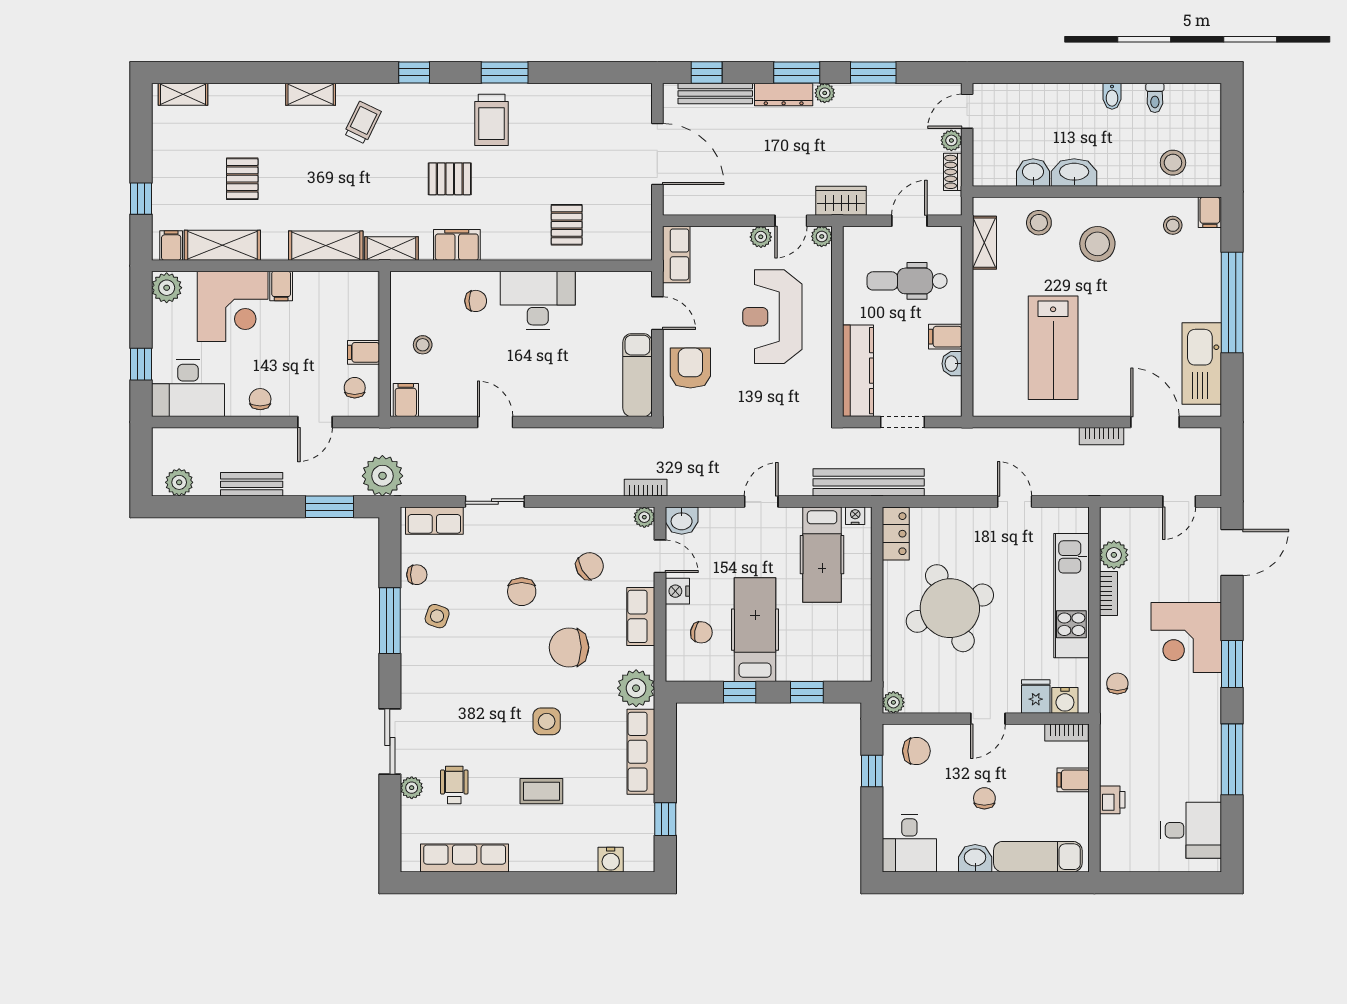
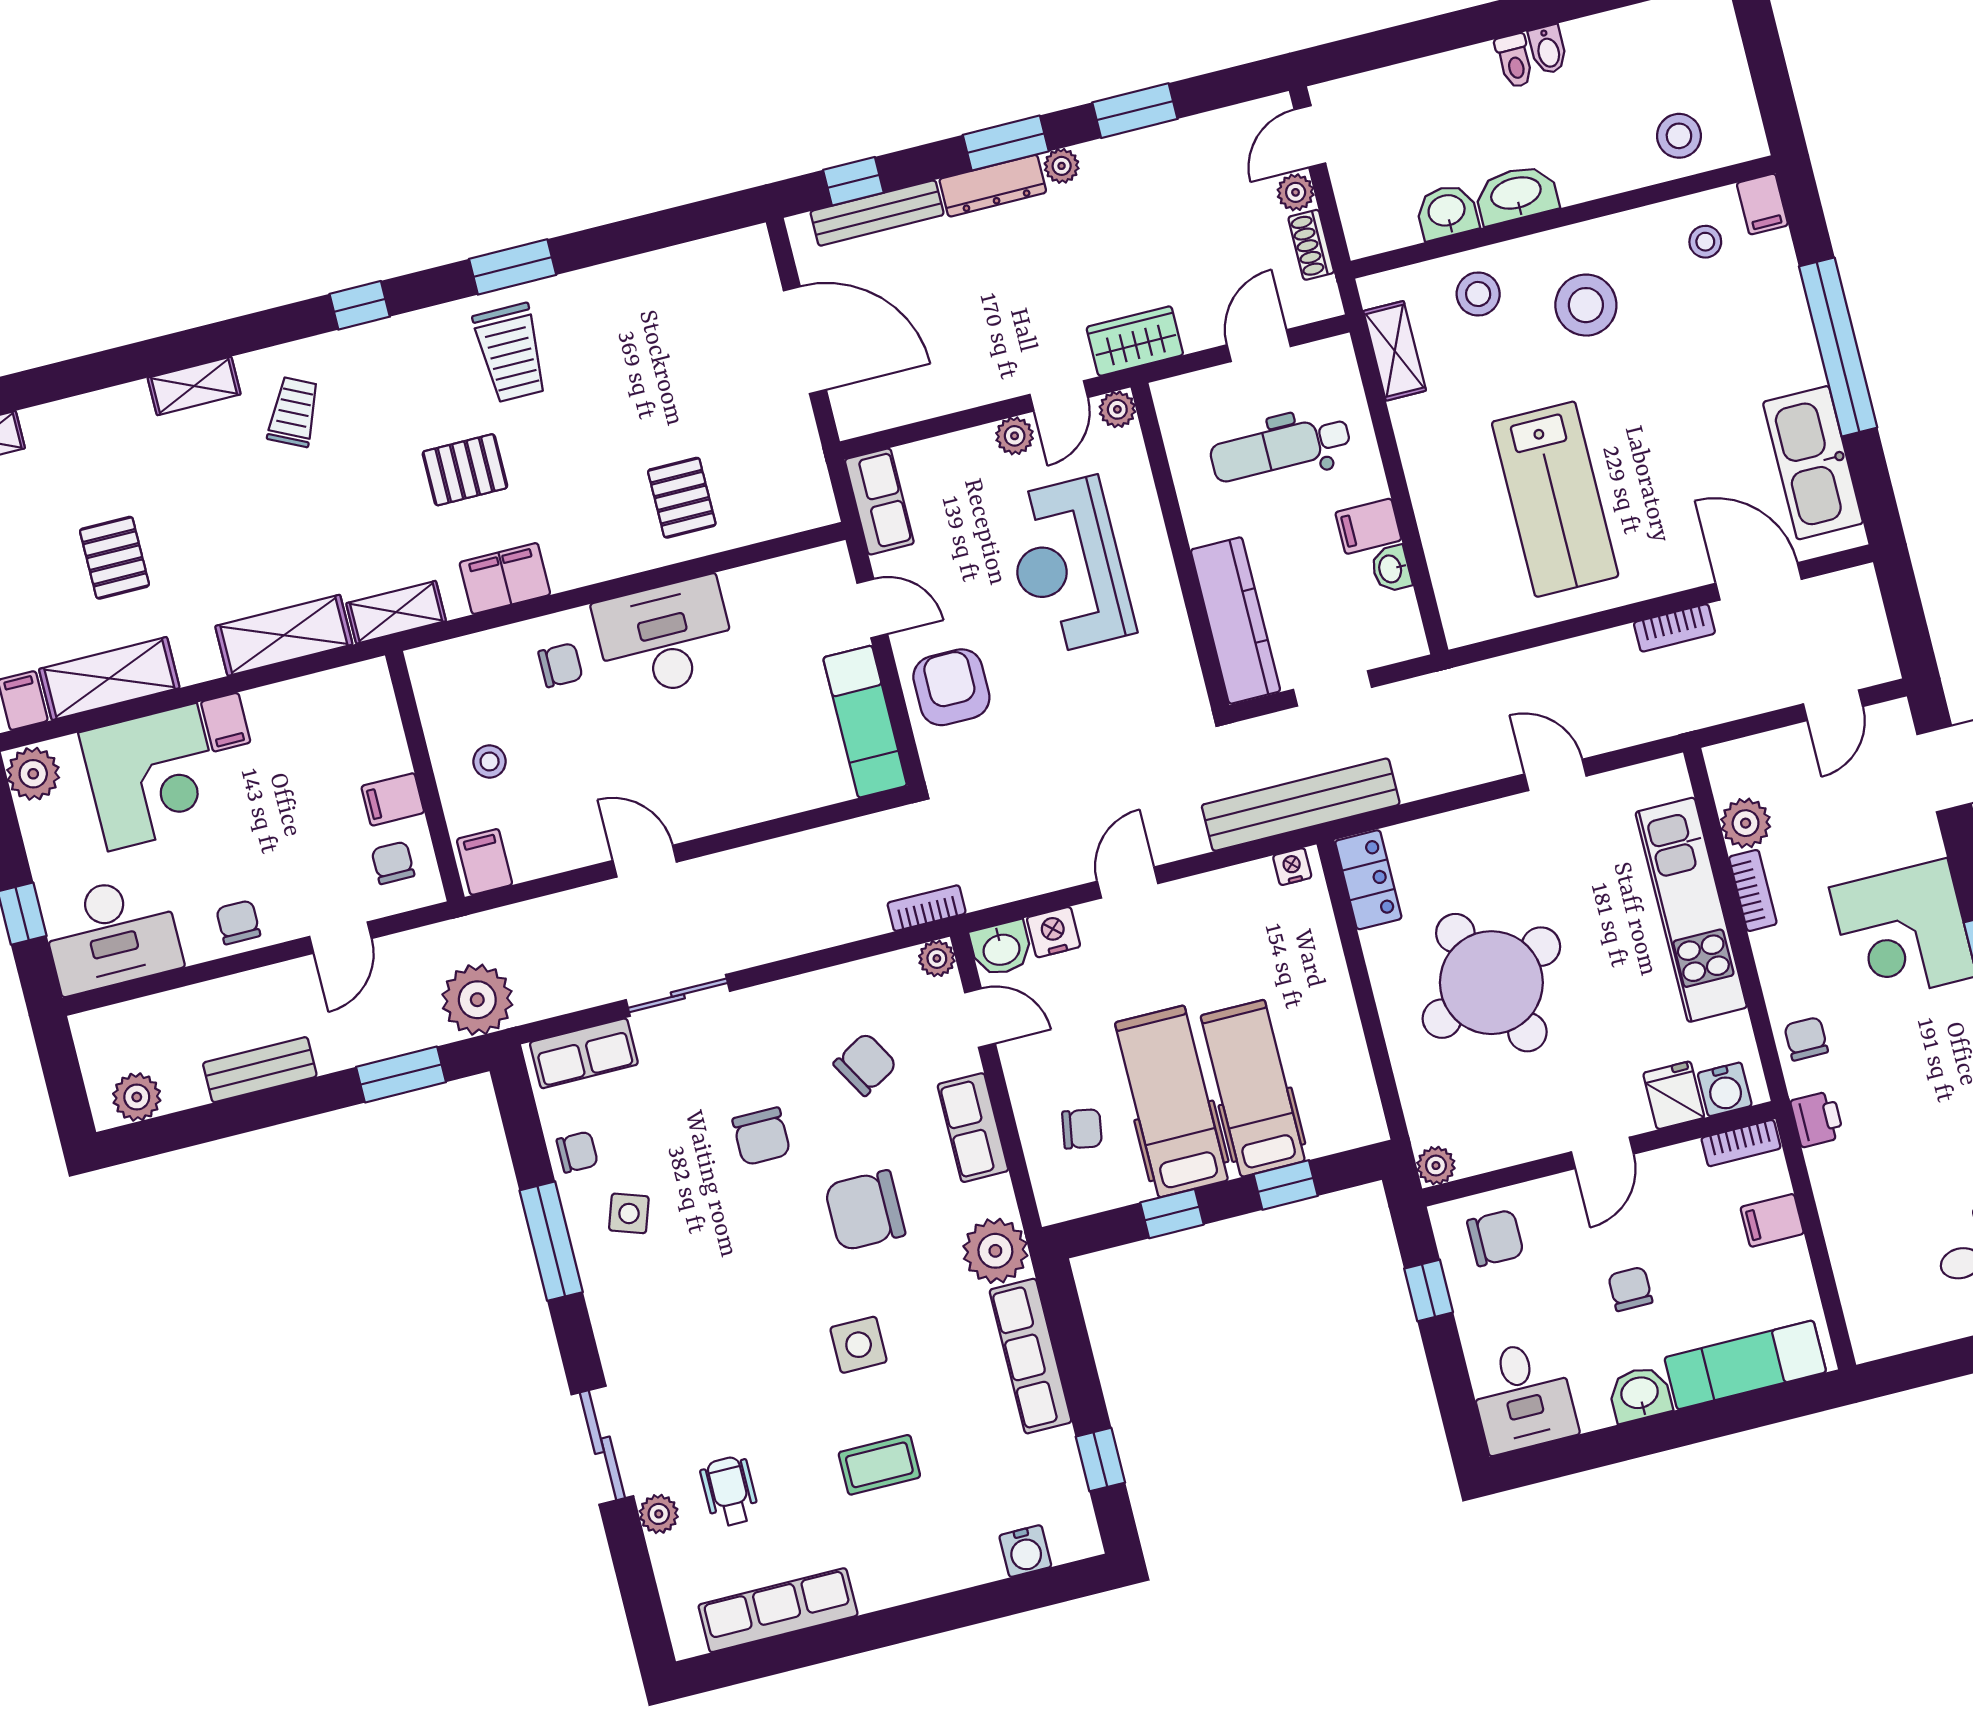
toilet: (1155, 98) -> (1515, 61), moved
hospital bed: (822, 555) -> (1253, 1088), moved, turned 180
nightstand: (677, 591) -> (1053, 932), moved, turned 90
printer: (1112, 800) -> (1817, 1119), moved

